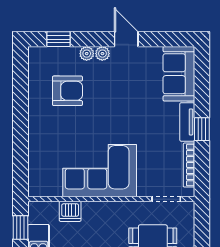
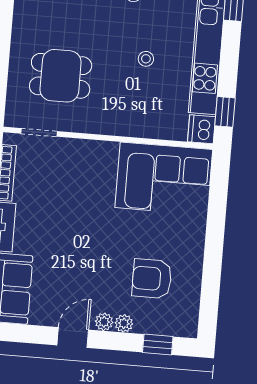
door: (126, 39) -> (73, 337), swing flipped
corner sofa: (100, 171) -> (164, 179), moved
dishwasher: (70, 211) -> (201, 129), moved, turned -90

